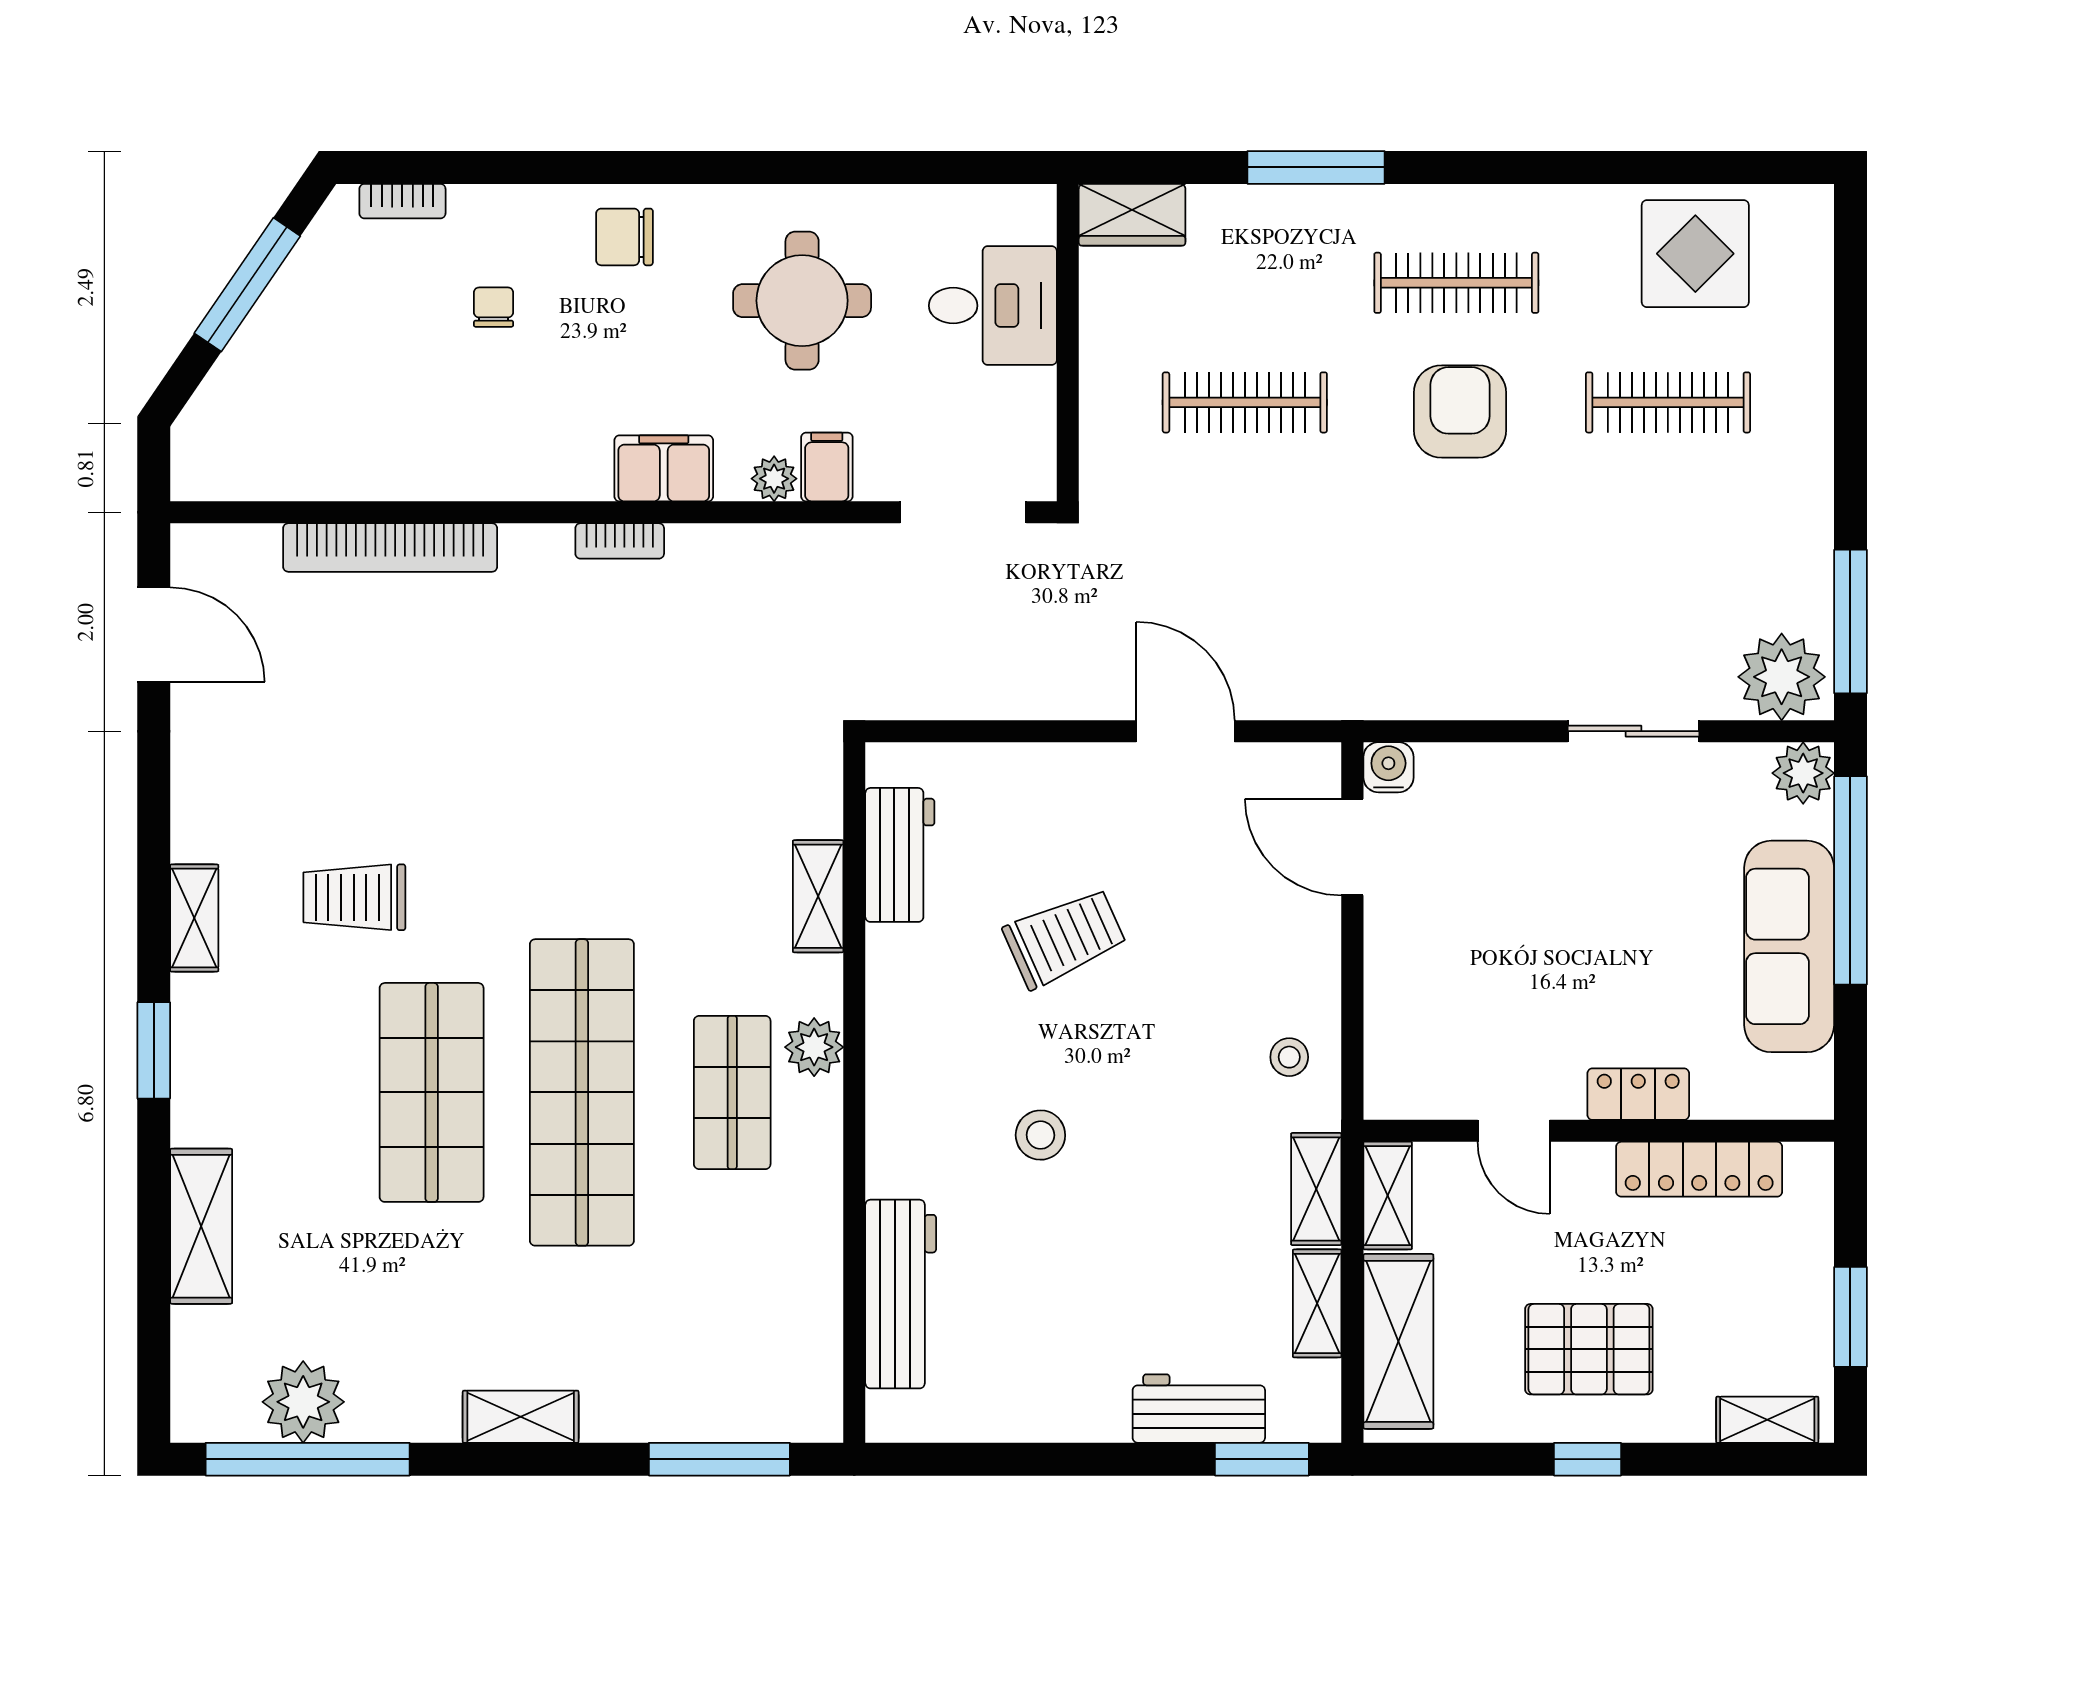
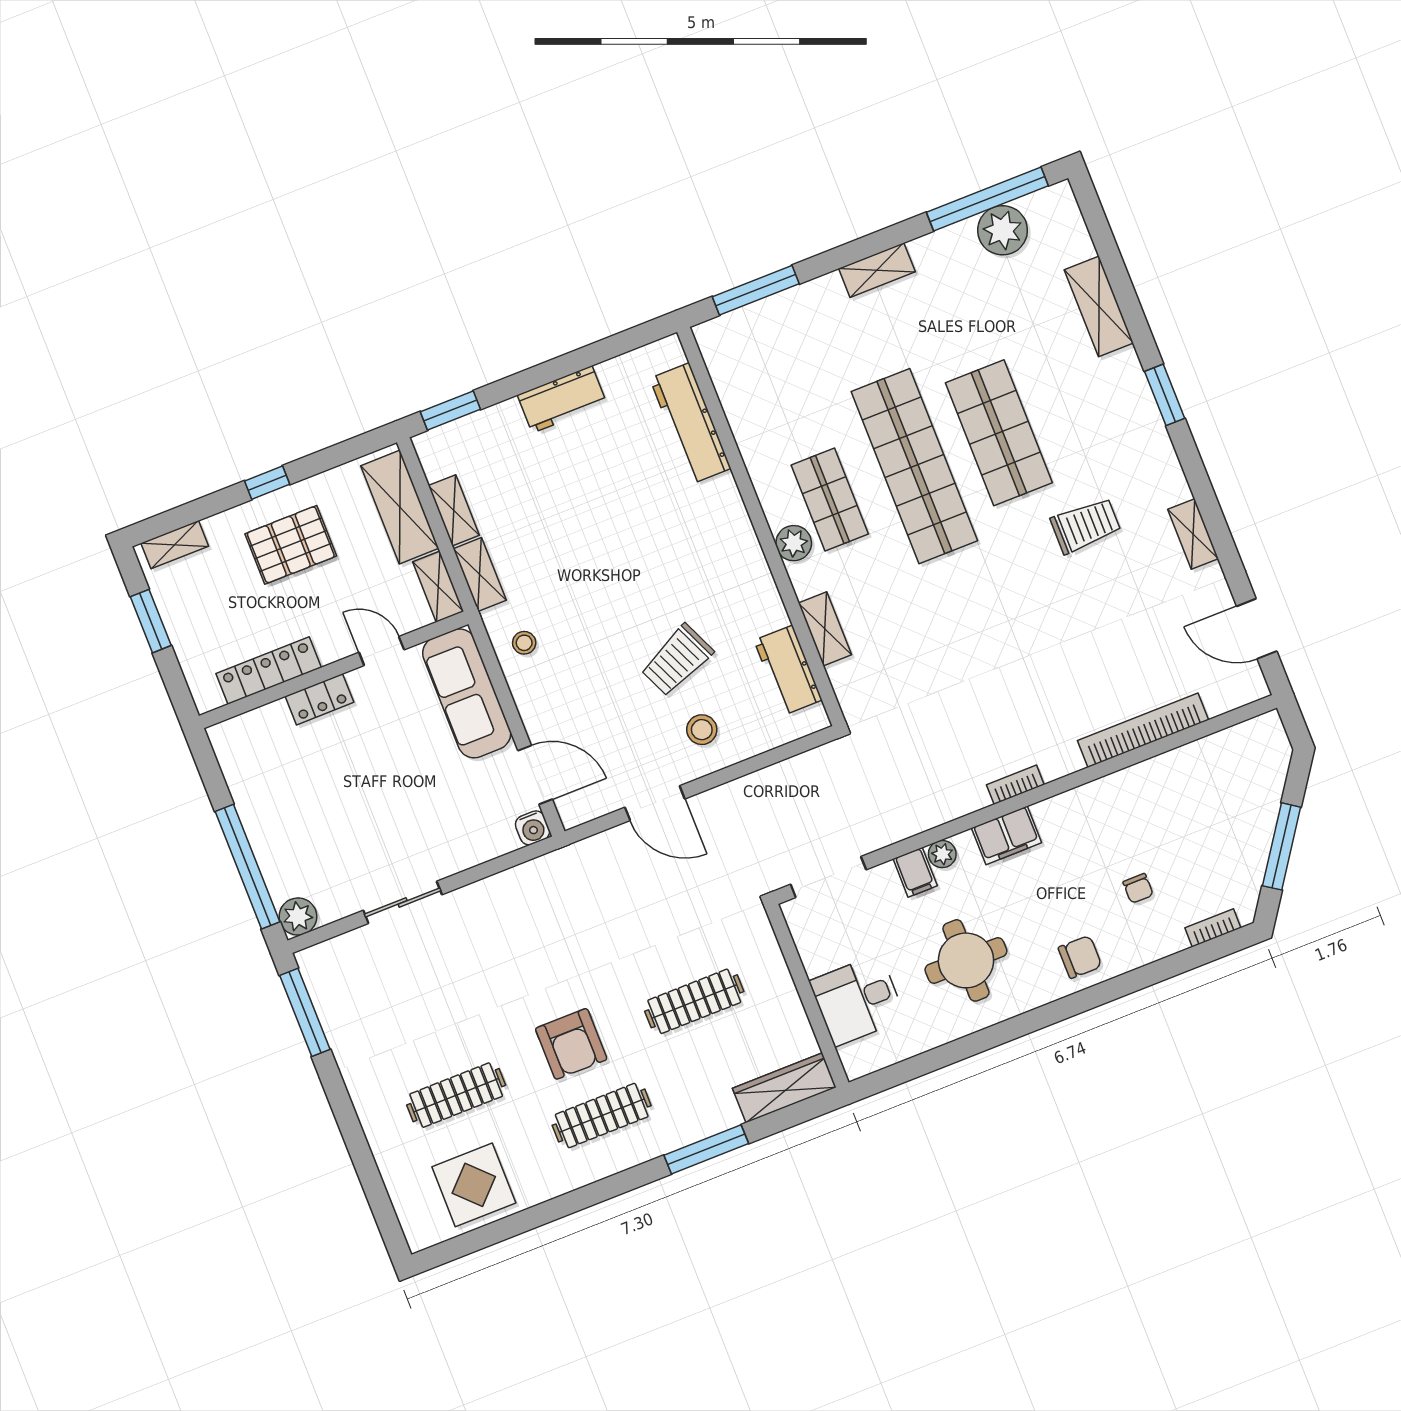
wardrobe: (1132, 215) -> (784, 1088), width x1.50
plant: (1782, 677) -> (331, 966), removed
shelving: (194, 918) -> (1193, 534), moved
sofa: (1789, 946) -> (467, 693), moved, turned 180
stool: (1040, 1135) -> (702, 730), moved
workbench: (1199, 1409) -> (562, 399), moved

